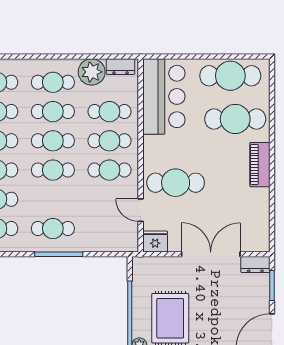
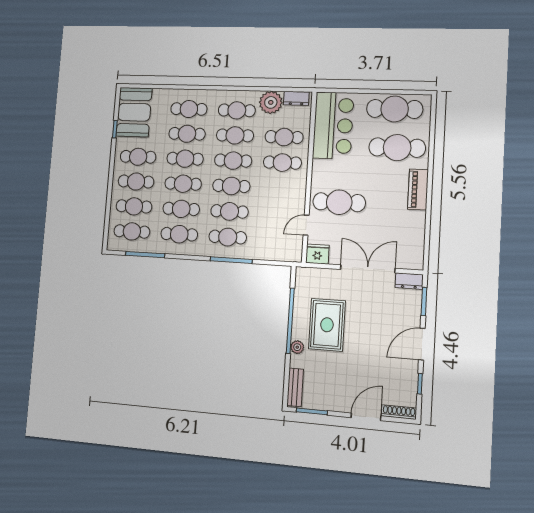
cafe table: (109, 170) -> (229, 211), moved
door: (141, 210) -> (306, 225), hinge flipped

